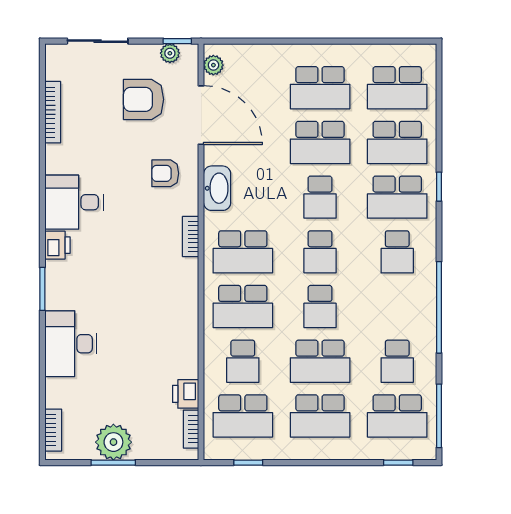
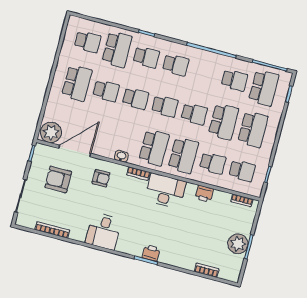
plant: (170, 53) -> (37, 159), removed
plant: (213, 65) -> (51, 132), width x1.88, depth x1.88
school desk: (397, 88) -> (88, 42), width x0.54
armchair: (144, 99) -> (58, 179), turned 90
school desk: (320, 142) -> (106, 91), width x0.54
armchair: (165, 173) -> (101, 178), turned -90
washbasin: (217, 188) -> (121, 156), width x0.52, depth x0.69
school desk: (397, 197) -> (146, 57), width x0.54
printer: (57, 245) -> (151, 253), moved
desk: (71, 344) -> (165, 191), moved, turned 180
printer: (186, 394) -> (204, 194), moved
school desk: (243, 416) -> (242, 171), width x0.54
bookcase: (53, 430) -> (207, 270), moved

